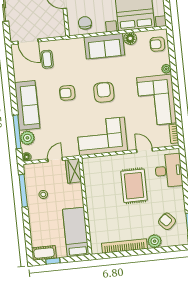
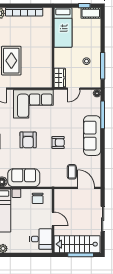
plant: (27, 138) -> (95, 109), removed

